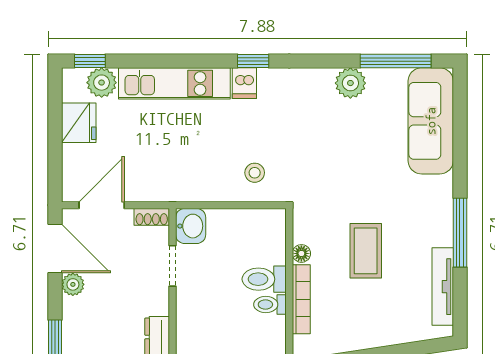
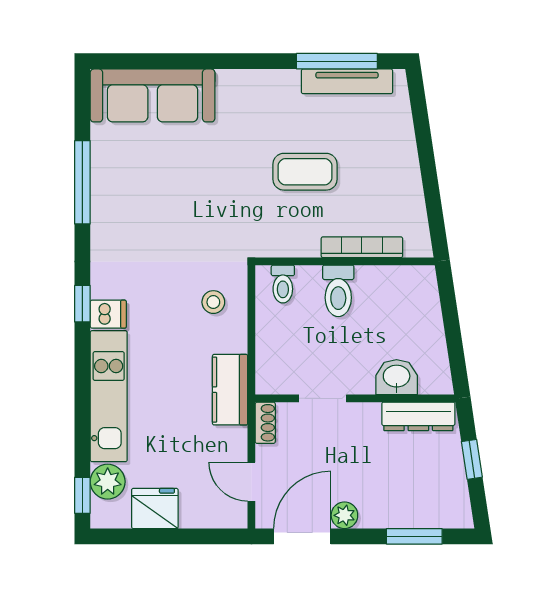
window: (396, 61) -> (82, 182), moved
plant: (350, 83) -> (108, 190), removed
kitchen counter: (180, 187) -> (230, 390), added
door: (102, 205) -> (251, 482), width x0.73
washbasin: (191, 226) -> (397, 377), moved
window: (460, 233) -> (337, 61), moved
floor lamp: (301, 253) -> (308, 247), removed
toilet: (270, 304) -> (283, 284), moved

